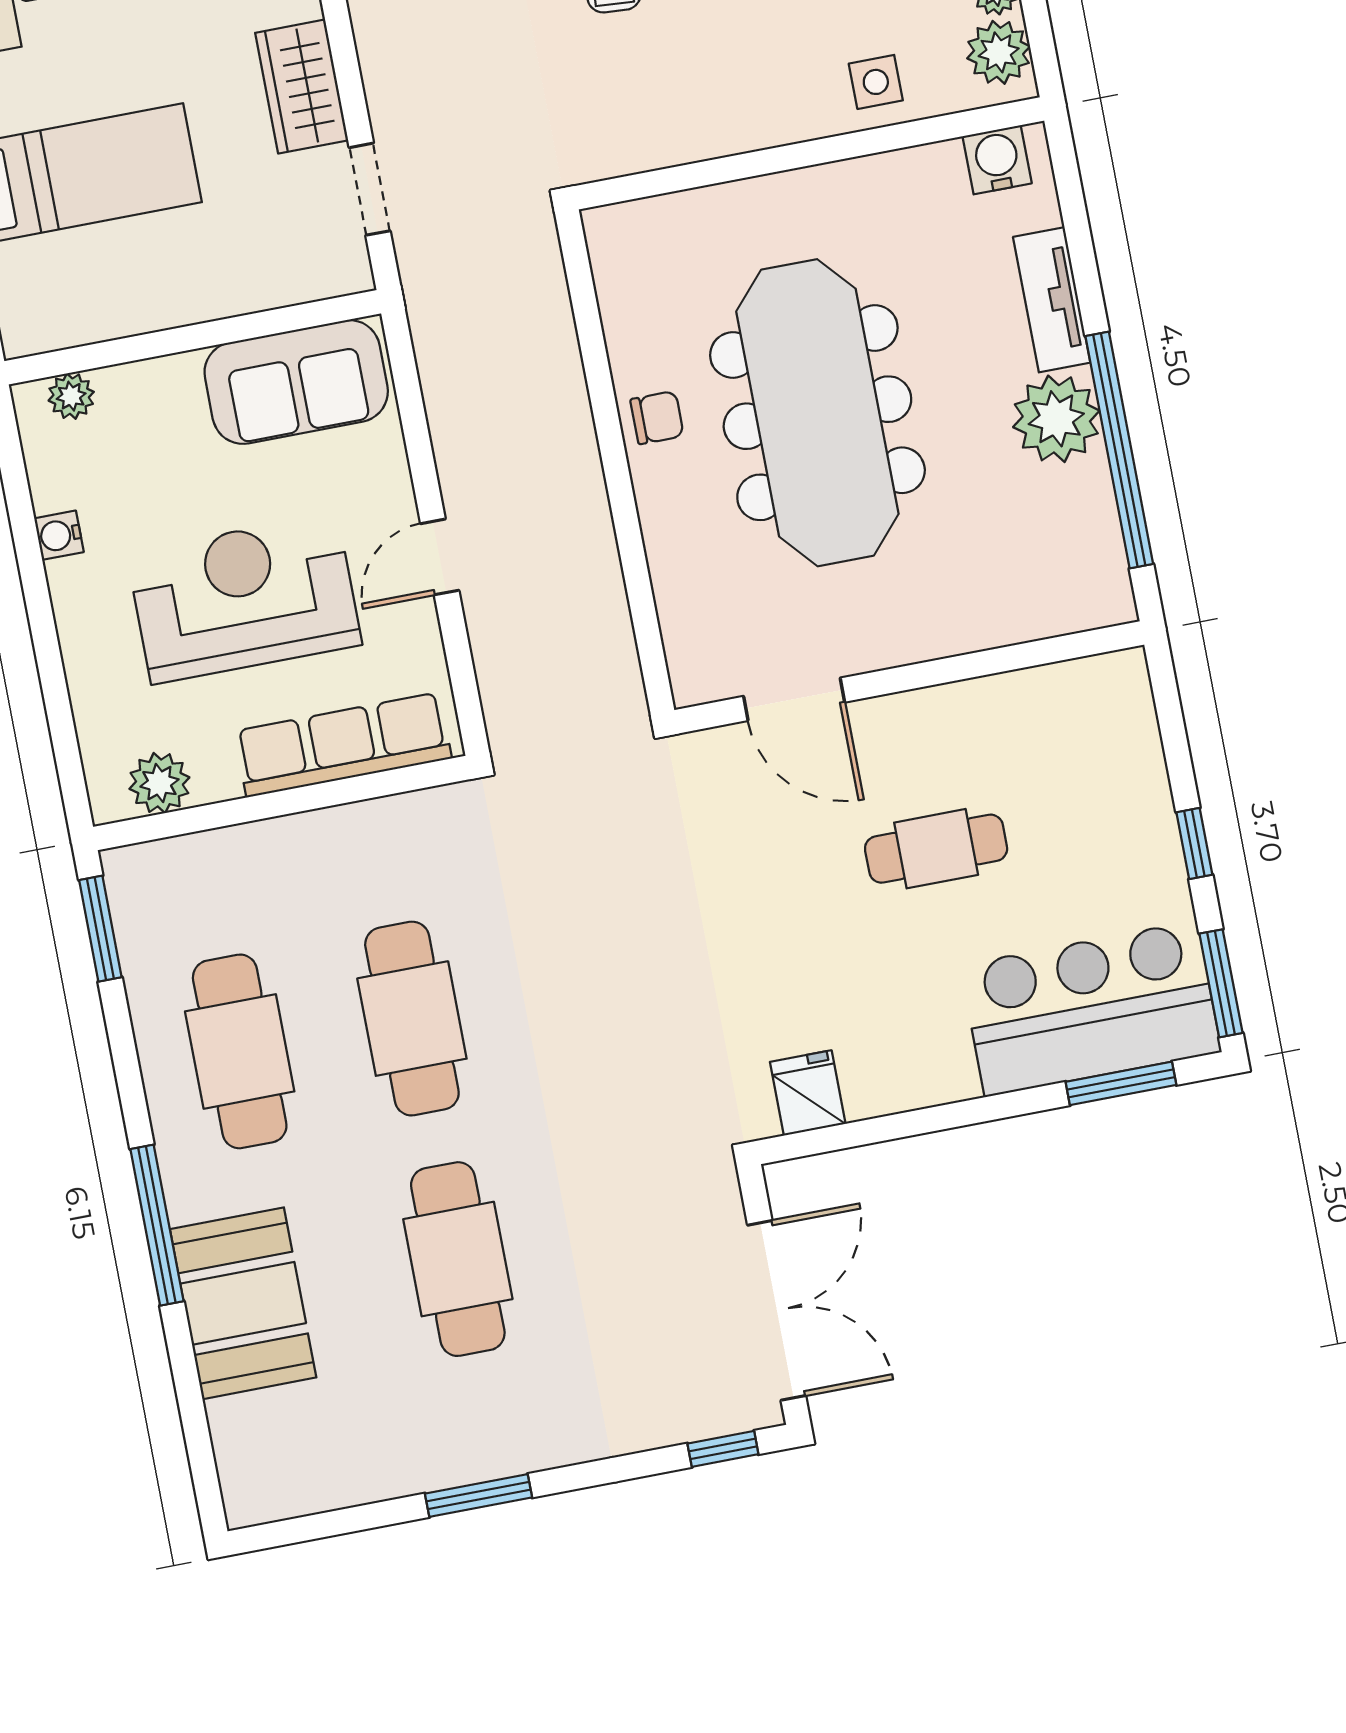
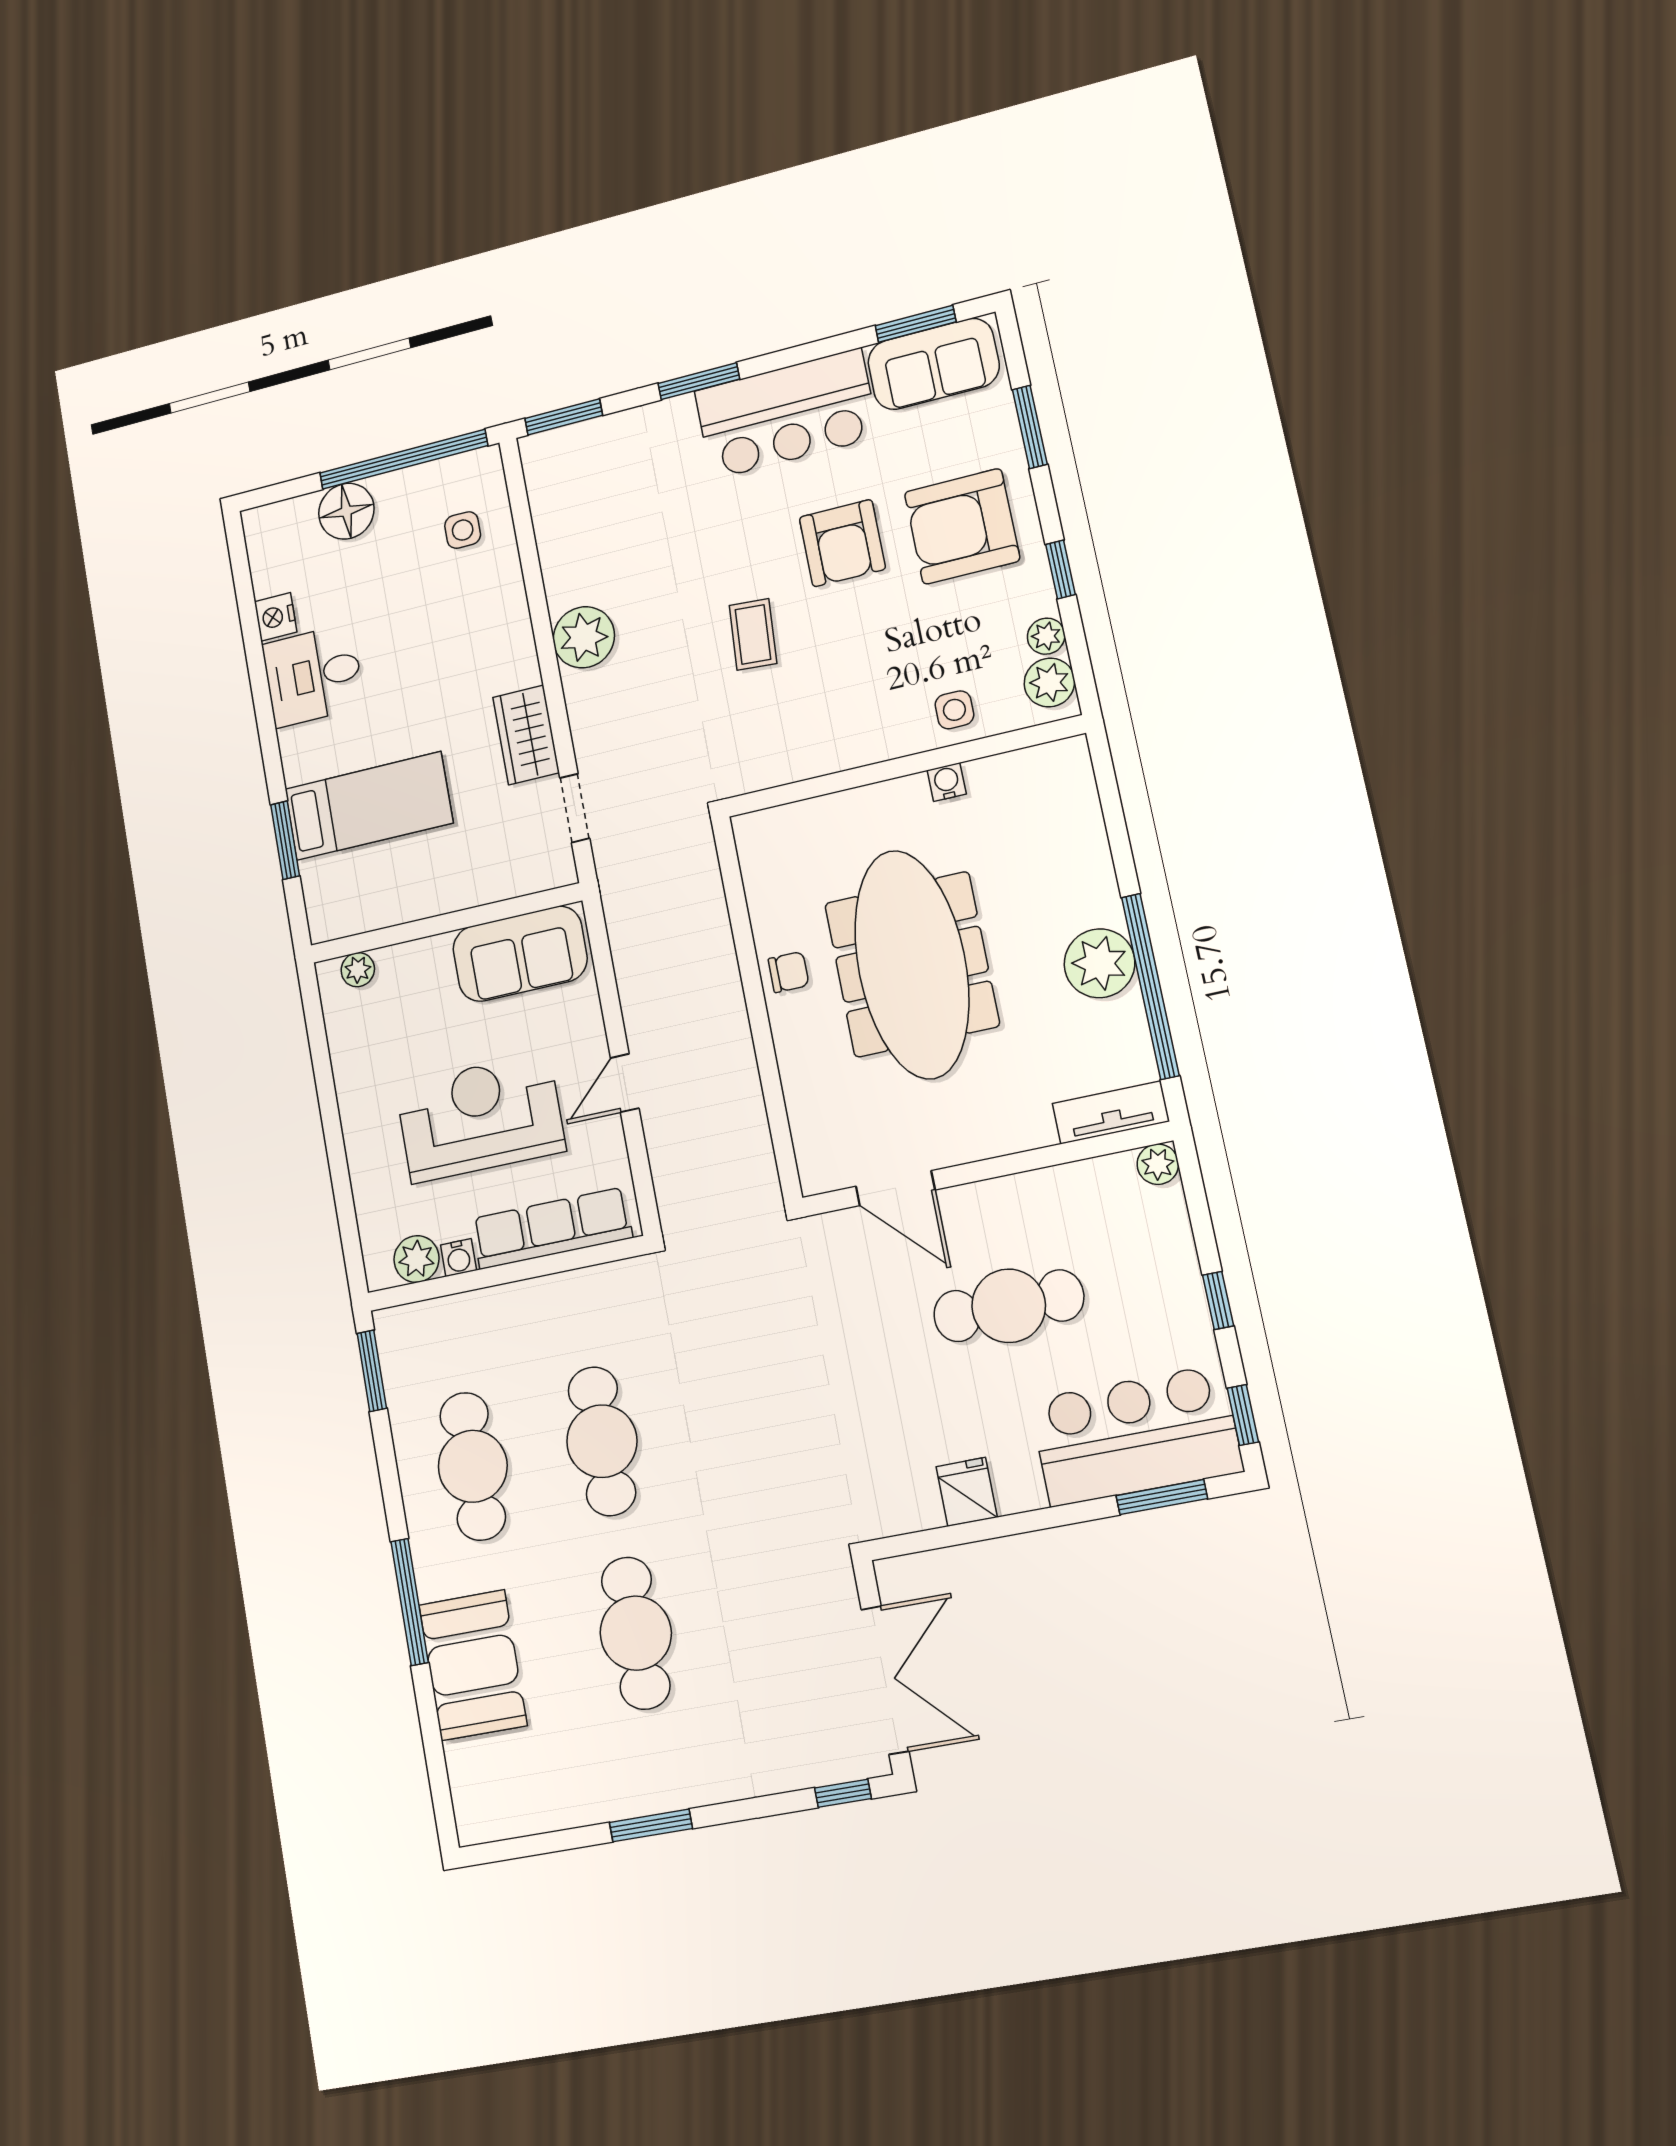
water cooler: (997, 160) -> (947, 782), moved, width x0.72, depth x0.72
tv unit: (1052, 300) -> (1111, 1112), moved, turned 90
water cooler: (59, 535) -> (458, 1258), moved, turned -90
plant: (1124, 674) -> (1158, 1164), added
cafe table: (936, 849) -> (1009, 1306), width x1.37, depth x1.35
window: (1221, 983) -> (1243, 1415), width x0.67
fridge: (808, 1093) -> (967, 1492), moved

